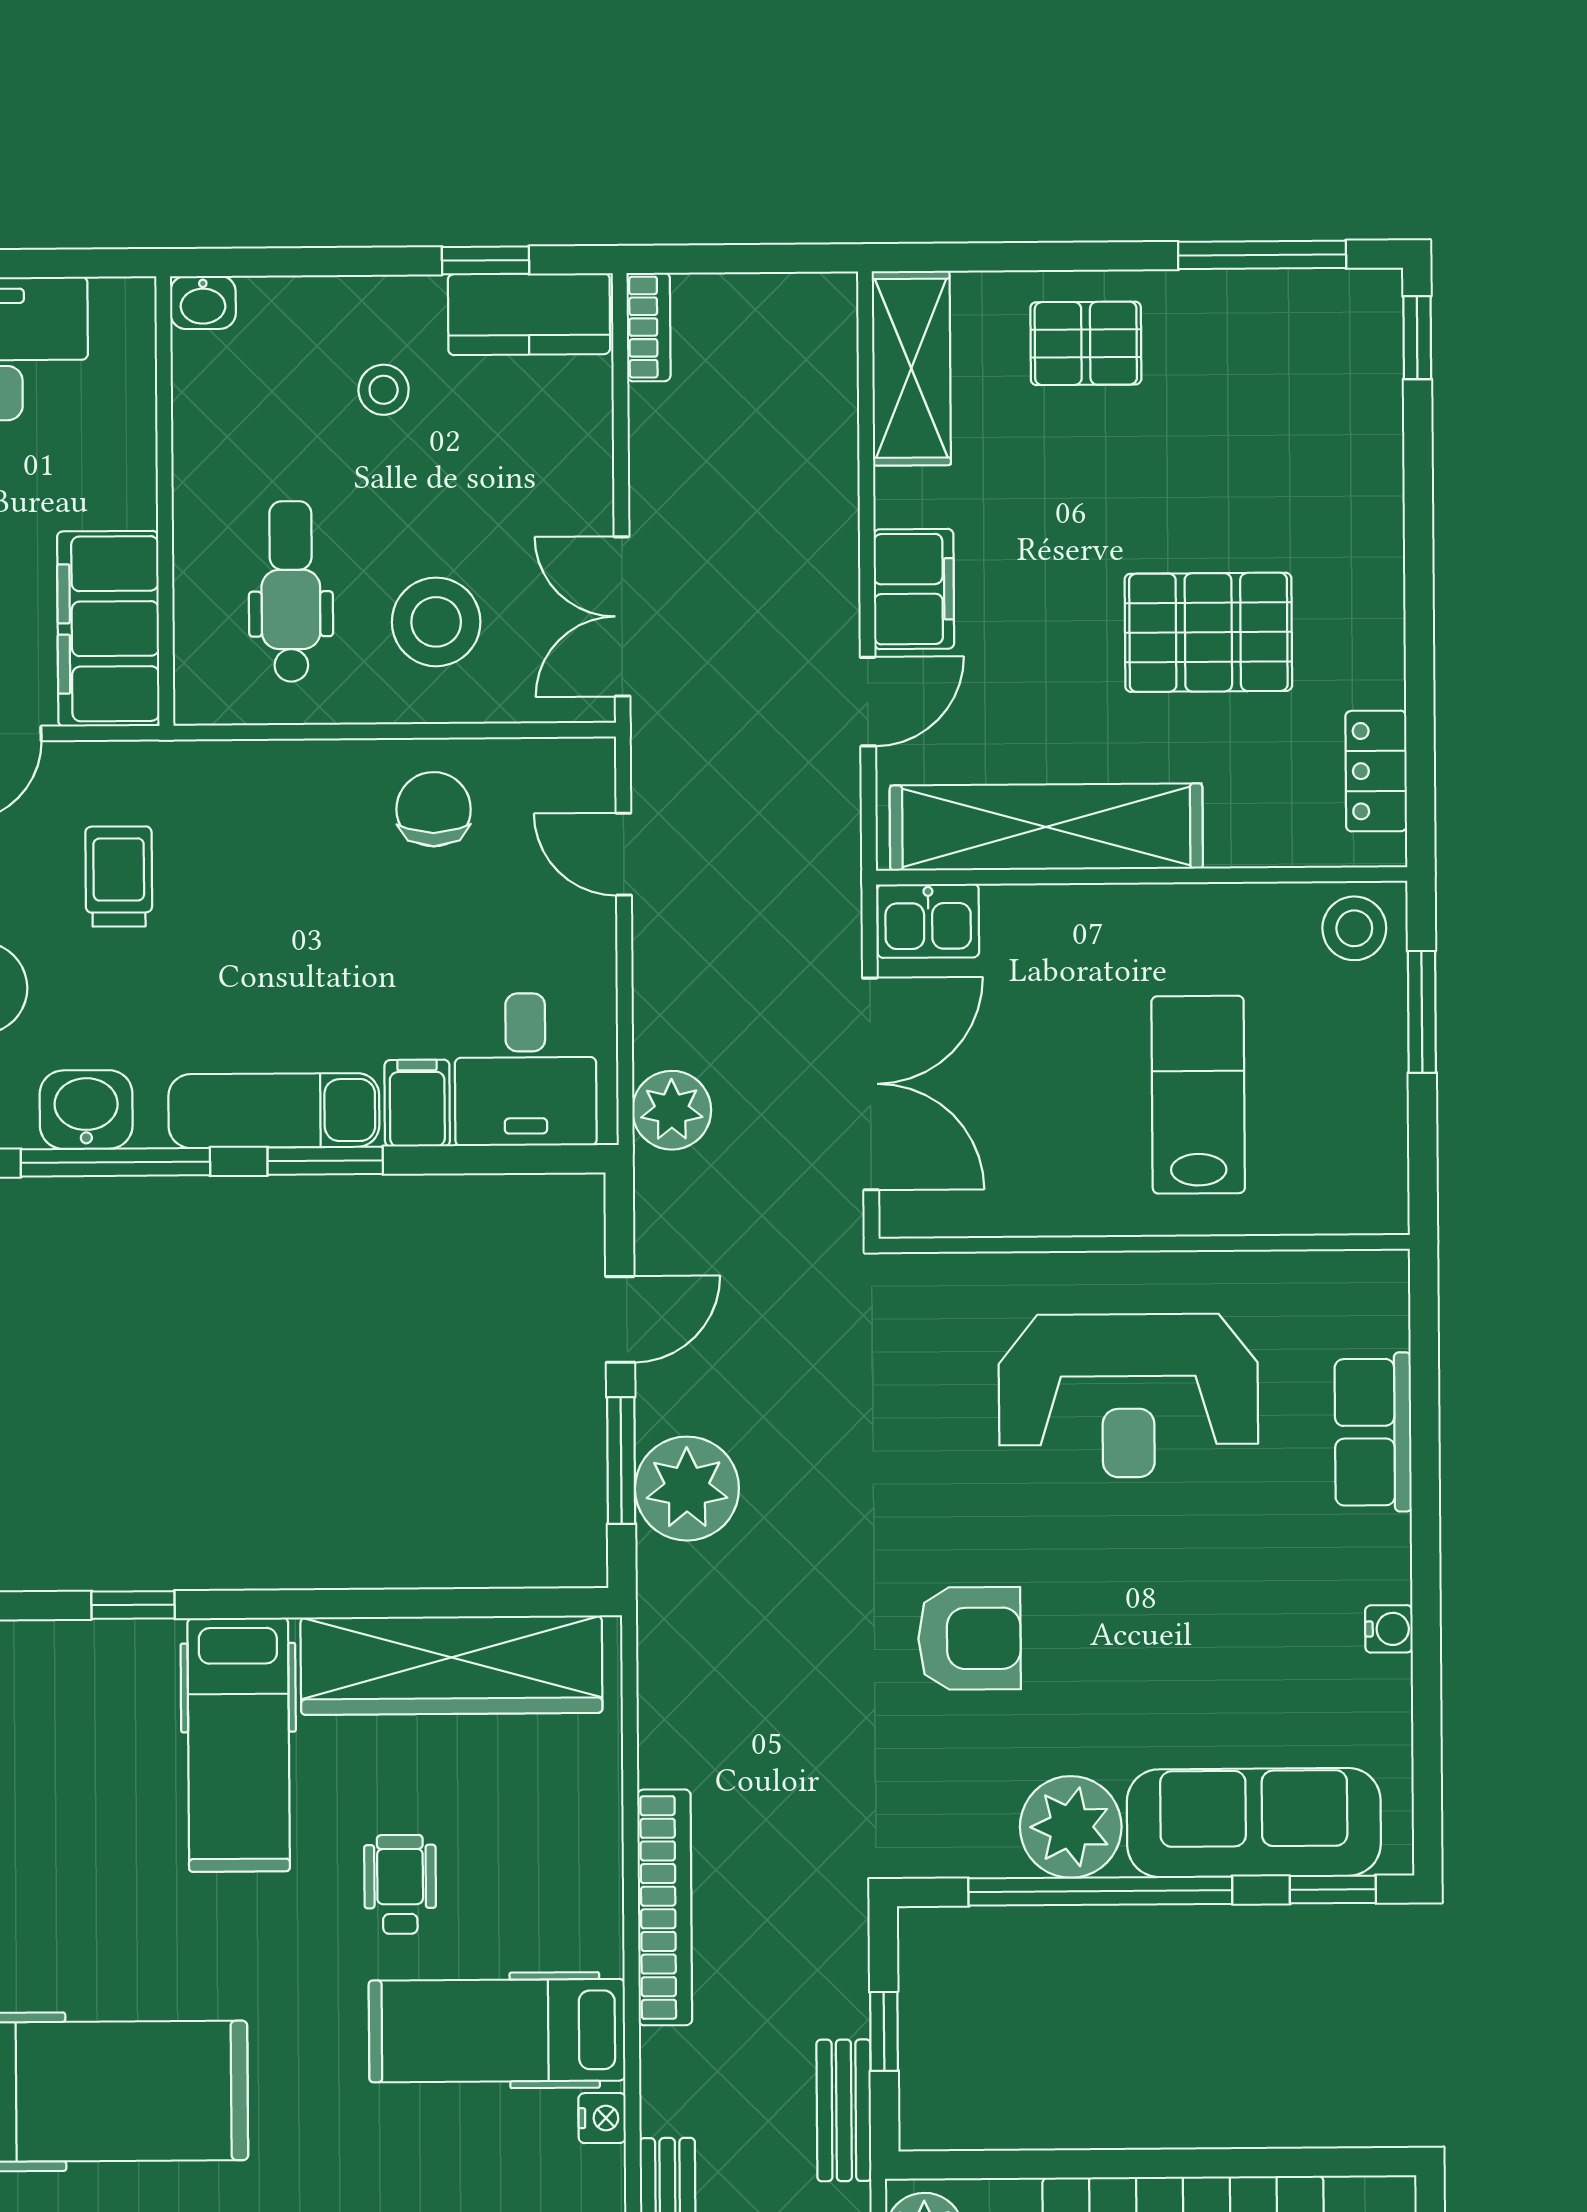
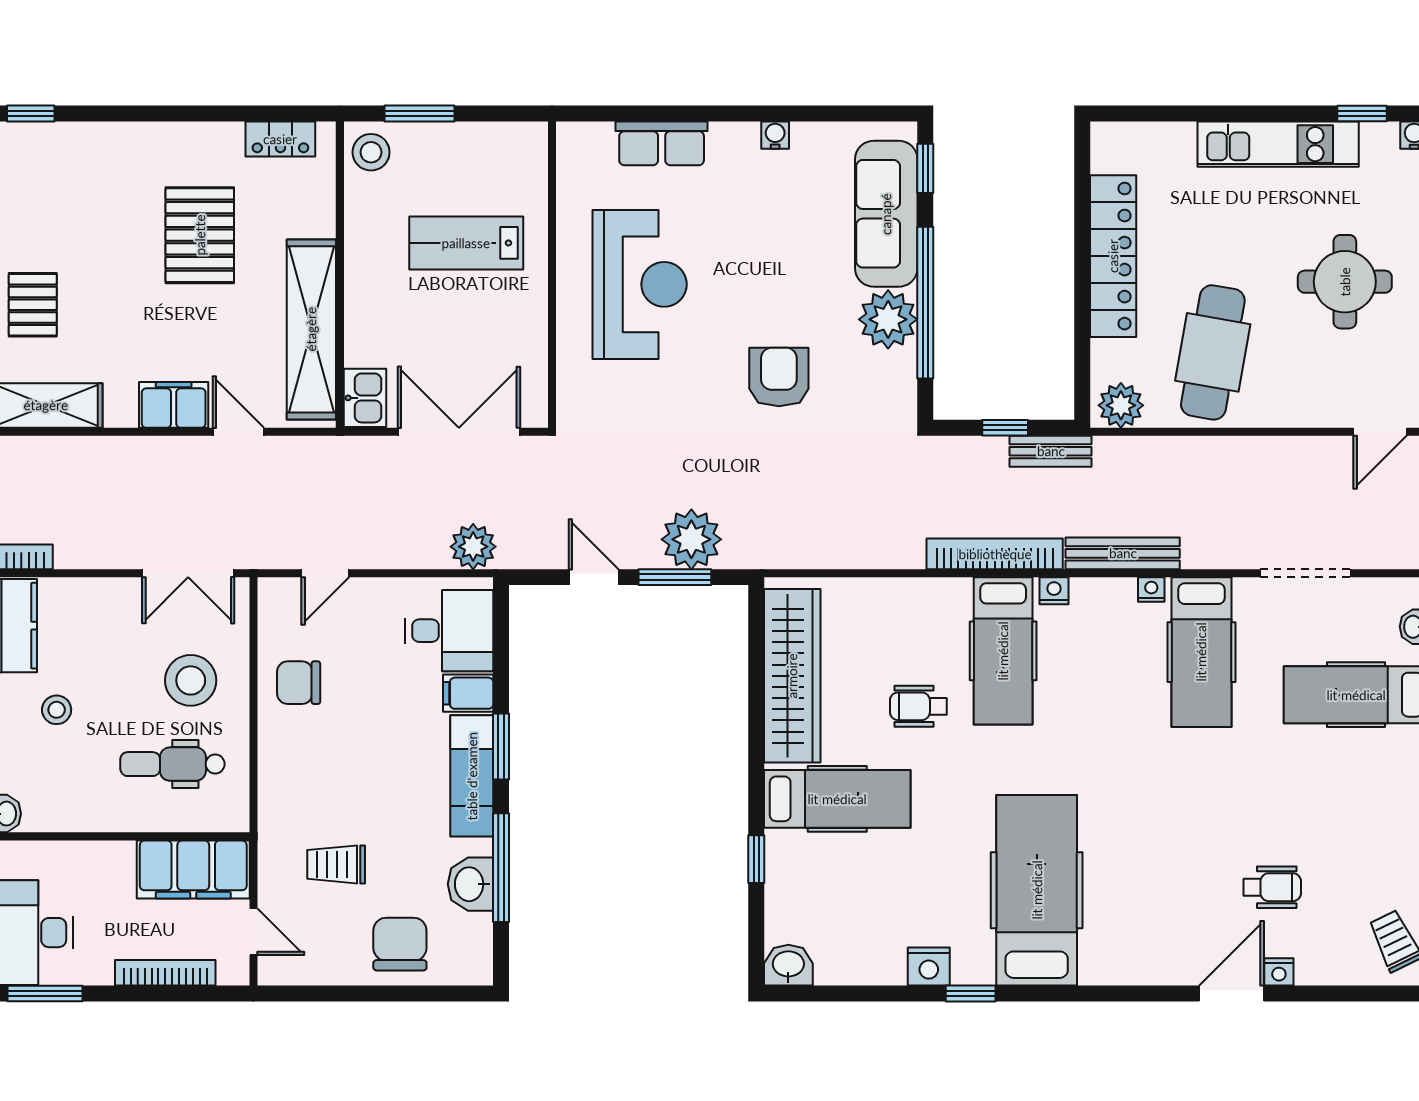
bookcase: (665, 1907) -> (995, 554), moved

